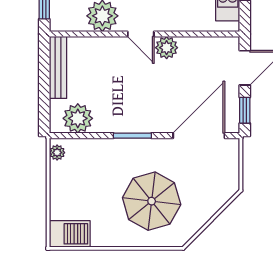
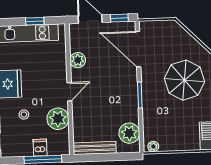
plant: (167, 48) -> (78, 60), moved

